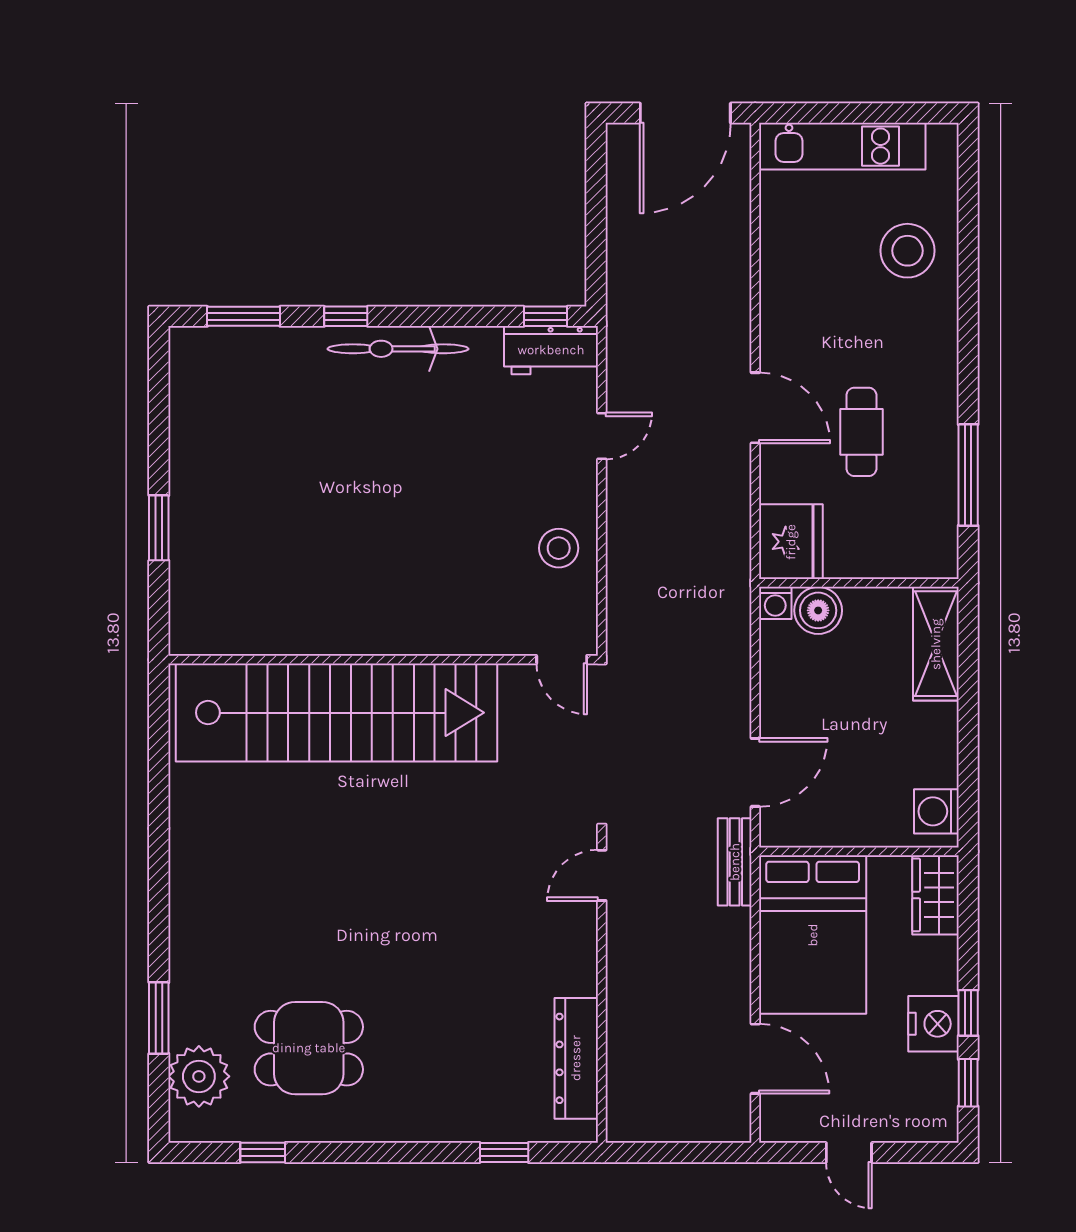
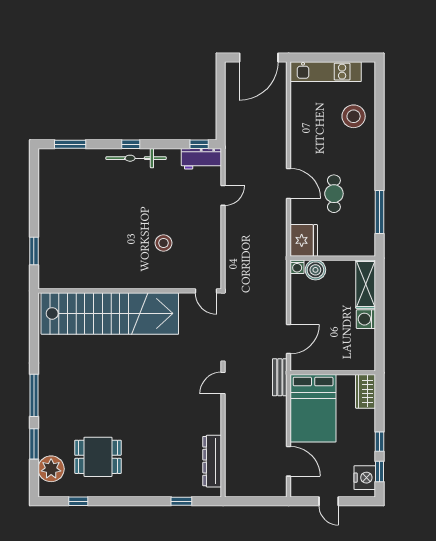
window: (346, 316) -> (131, 144), moved
window: (159, 528) -> (34, 251), moved
stool: (559, 548) -> (163, 243), moved
washing machine: (936, 811) -> (366, 319), moved
window: (159, 904) -> (34, 395), added
nightstand: (934, 1024) -> (365, 478), moved

